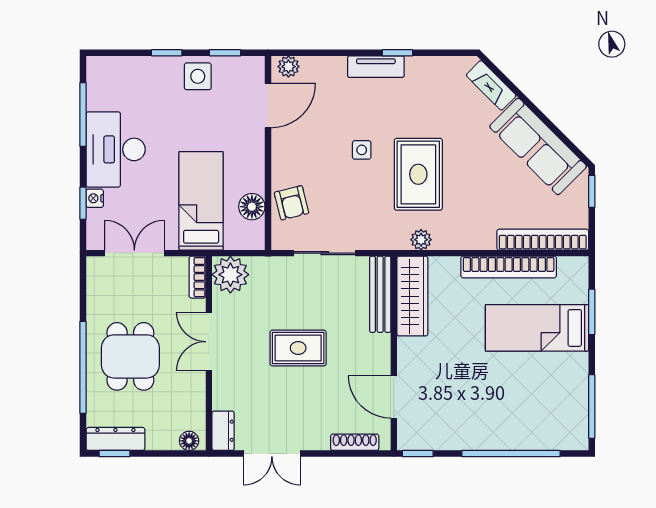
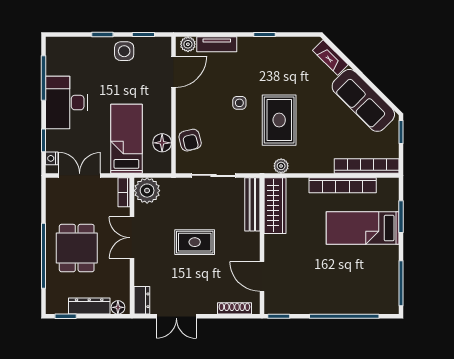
tv unit: (376, 67) -> (217, 44), moved
nightstand: (95, 198) -> (52, 158), moved
dresser: (115, 439) -> (89, 306), moved

